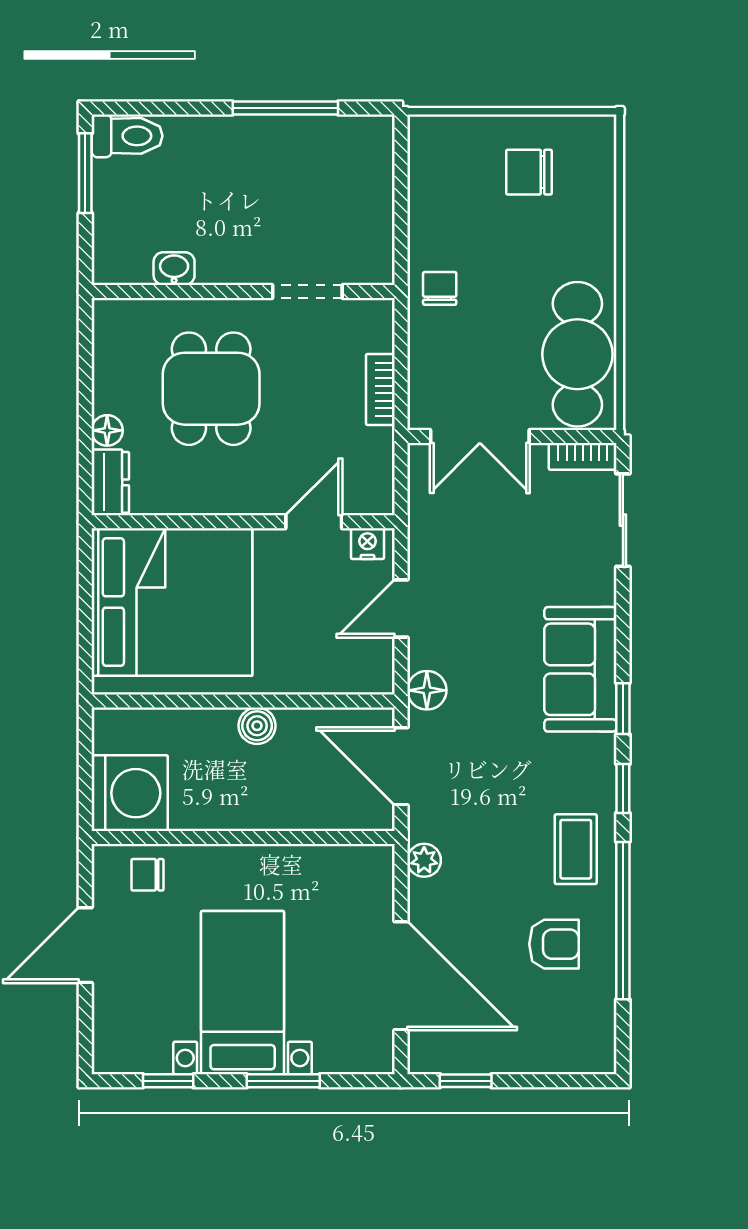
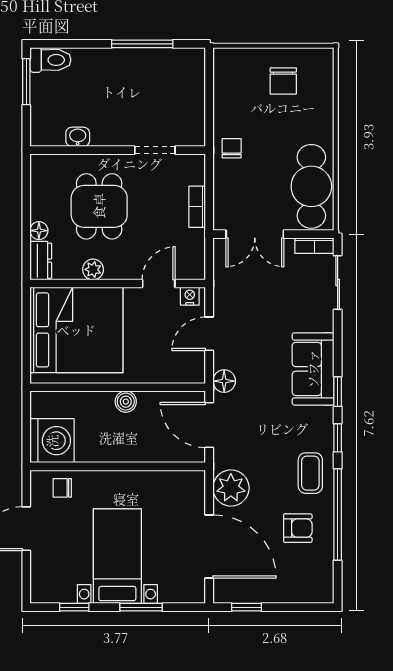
chair: (529, 172) -> (283, 81), turned -90
plant: (201, 498) -> (93, 269), added
plant: (424, 860) -> (231, 488), width x1.88, depth x1.88

